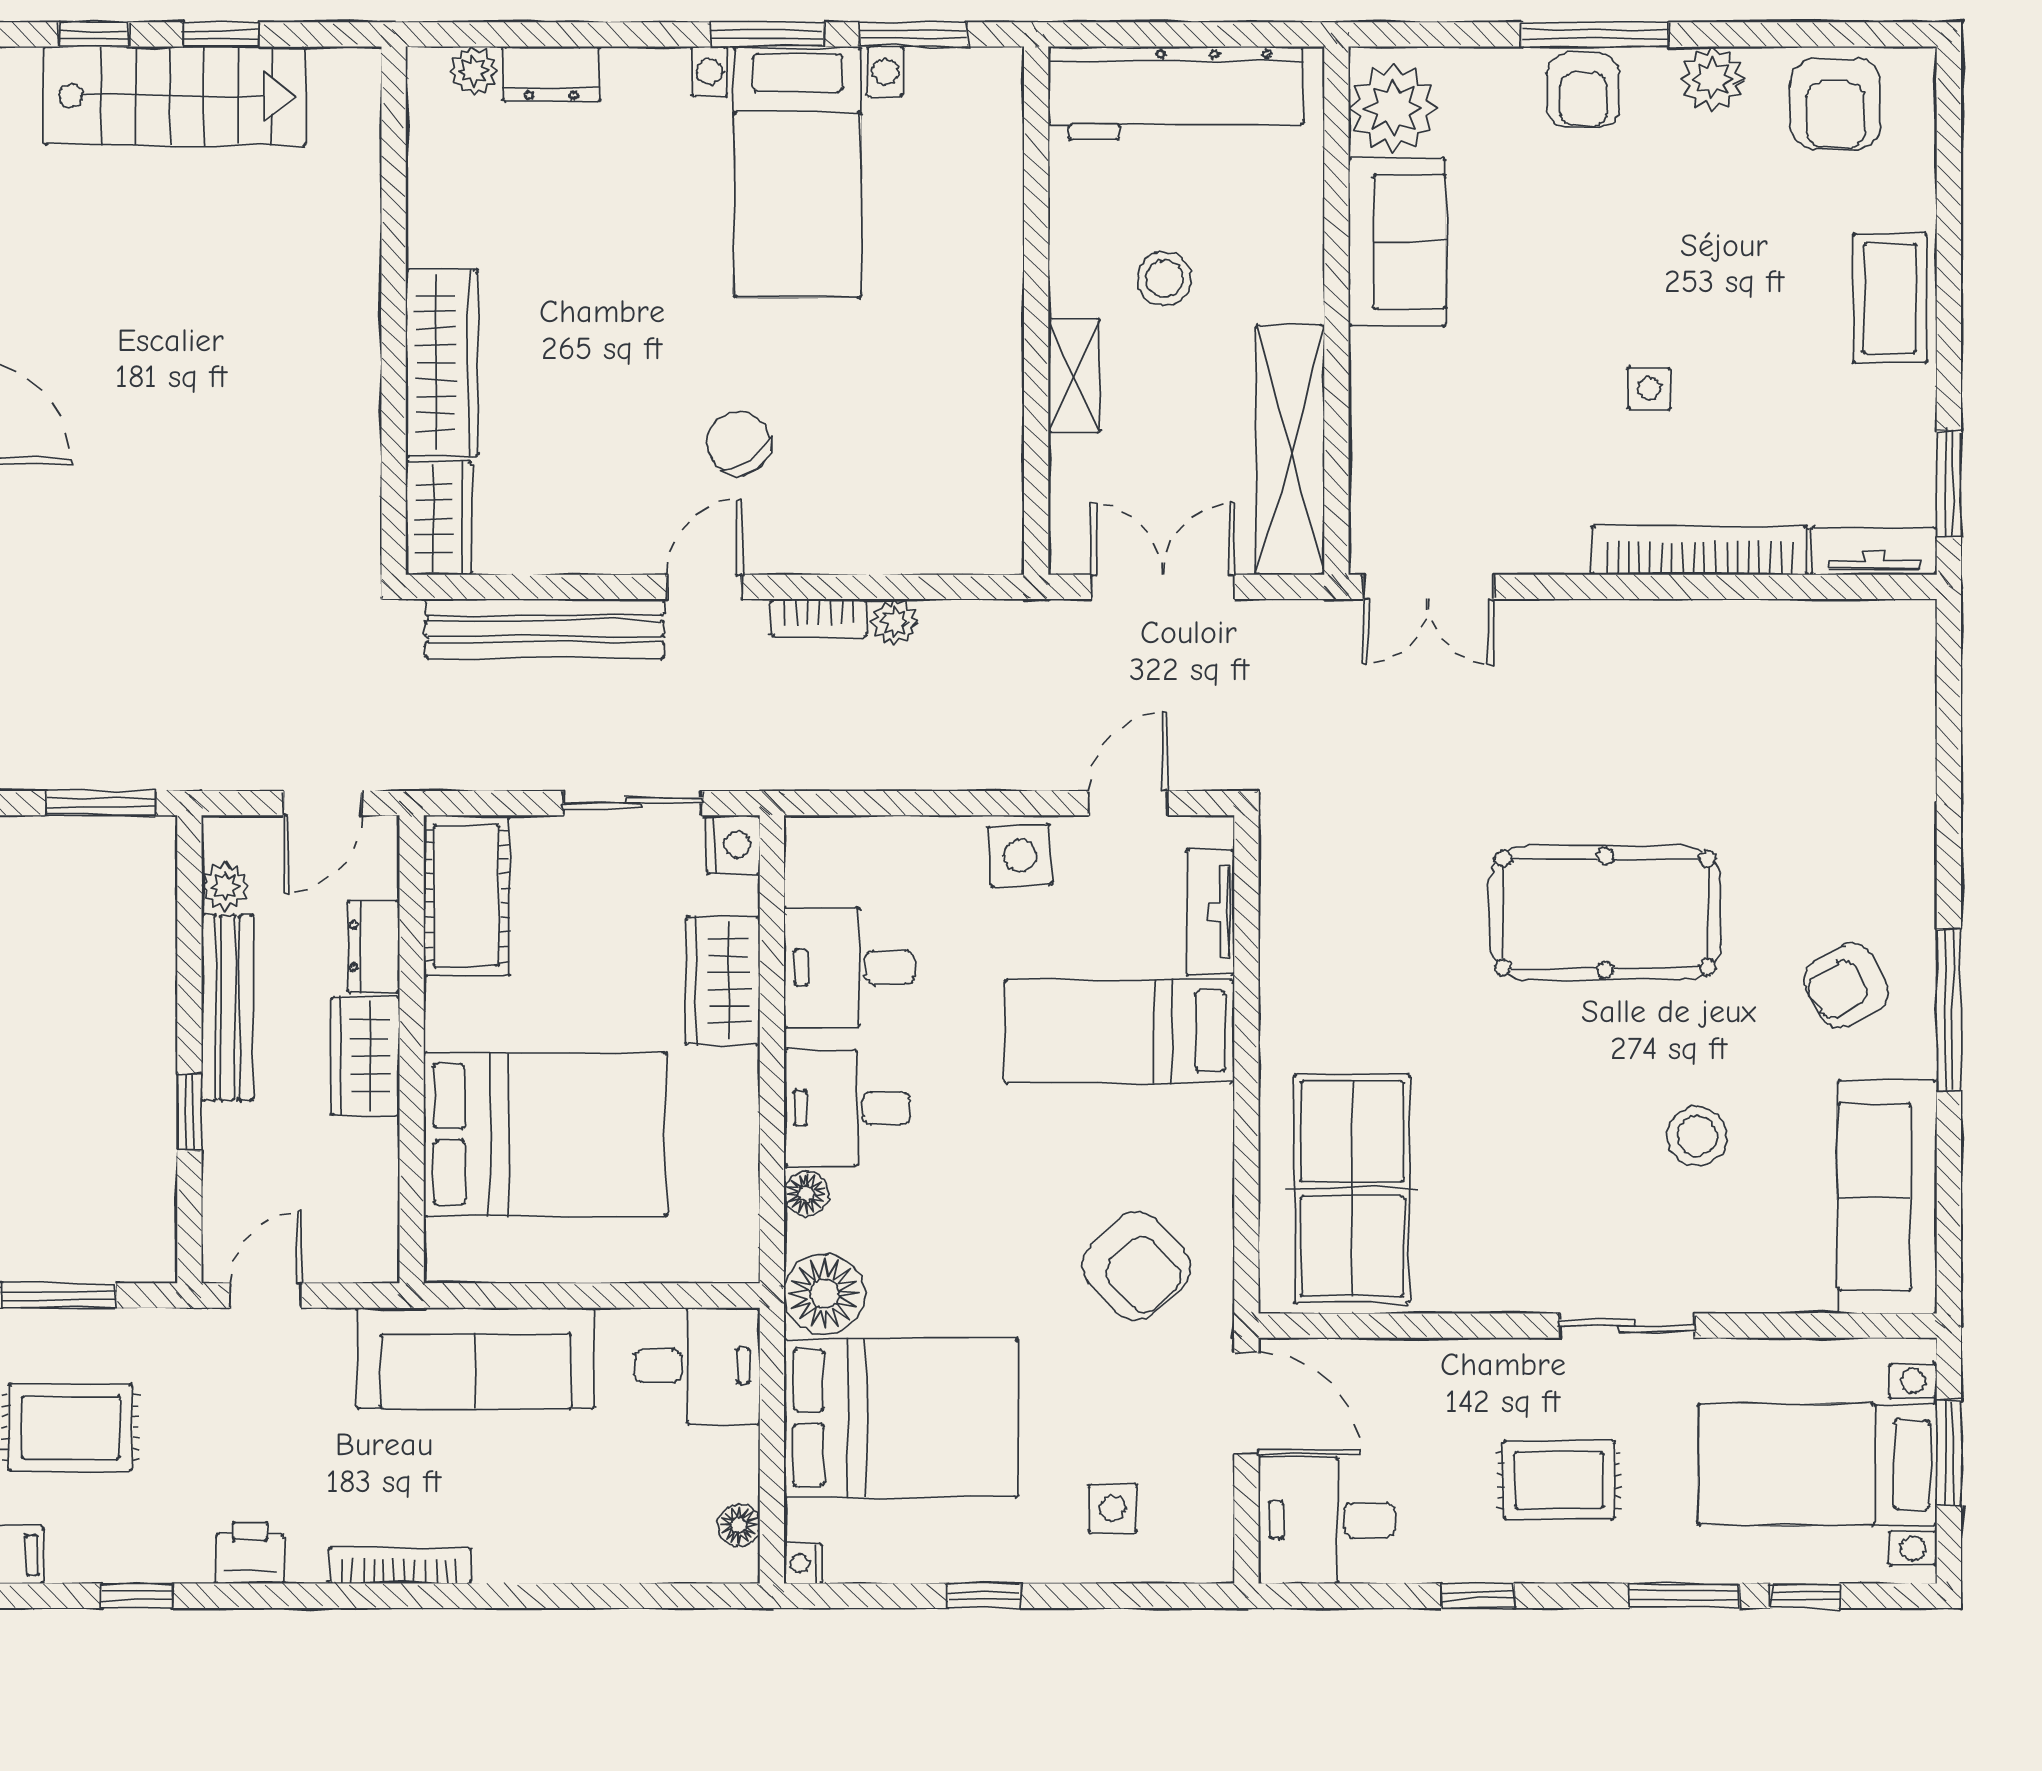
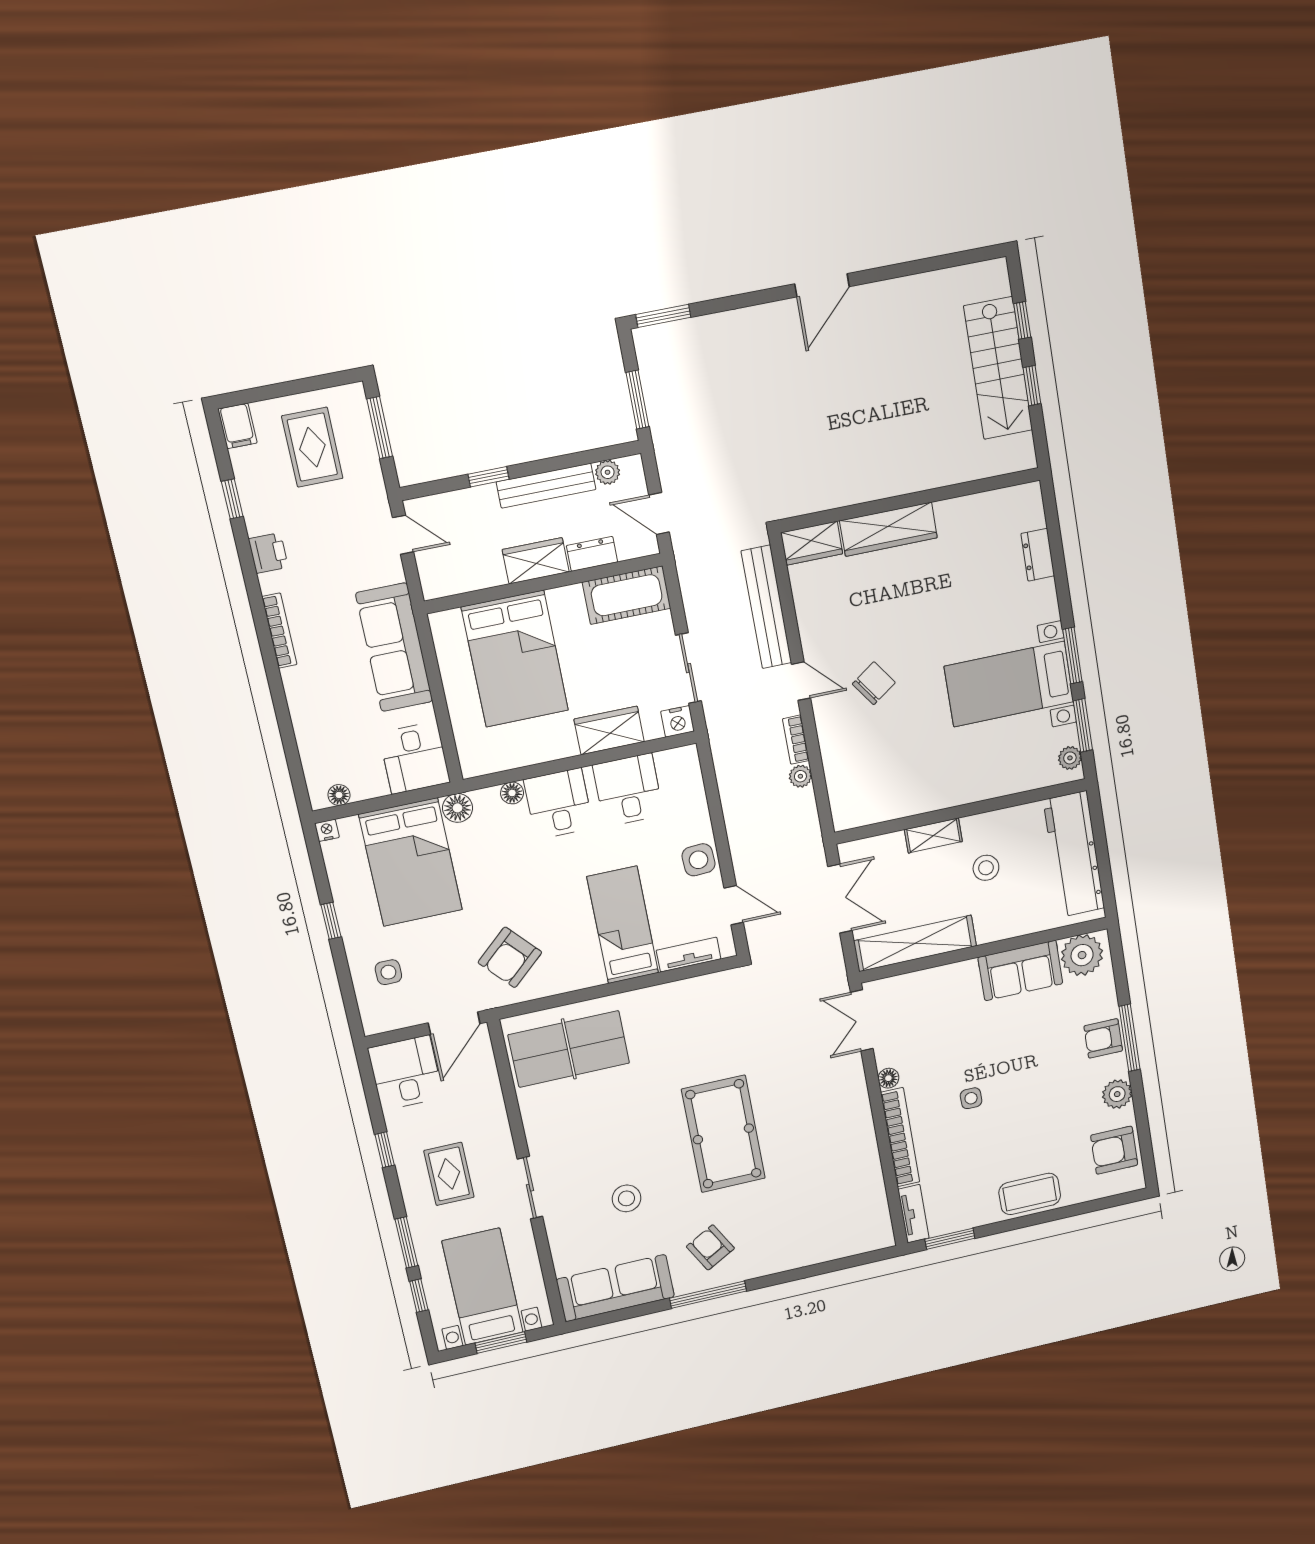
plant: (473, 71) -> (1070, 758), moved
floor lamp: (1565, 553) -> (888, 1078), added
floor lamp: (824, 1294) -> (458, 808), width x0.73, depth x0.73

